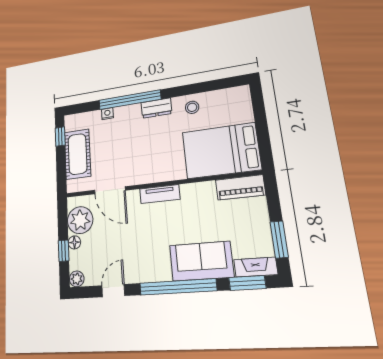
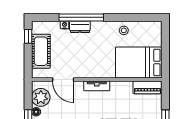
dresser: (156, 108) -> (80, 27), moved

